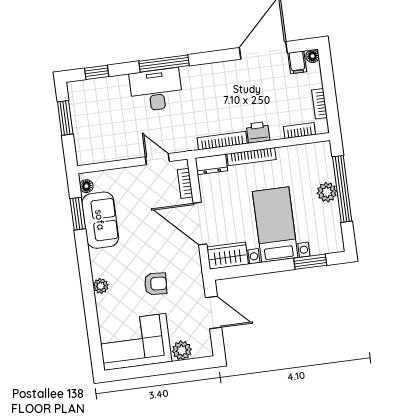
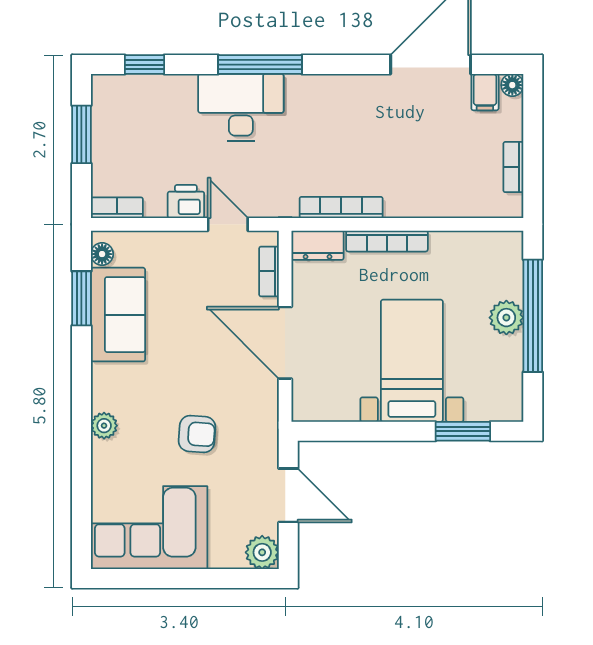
bookcase: (299, 131) -> (117, 208), moved
printer: (258, 132) -> (186, 201), moved
wardrobe: (228, 256) -> (325, 403), removed
plant: (182, 350) -> (262, 552), moved

